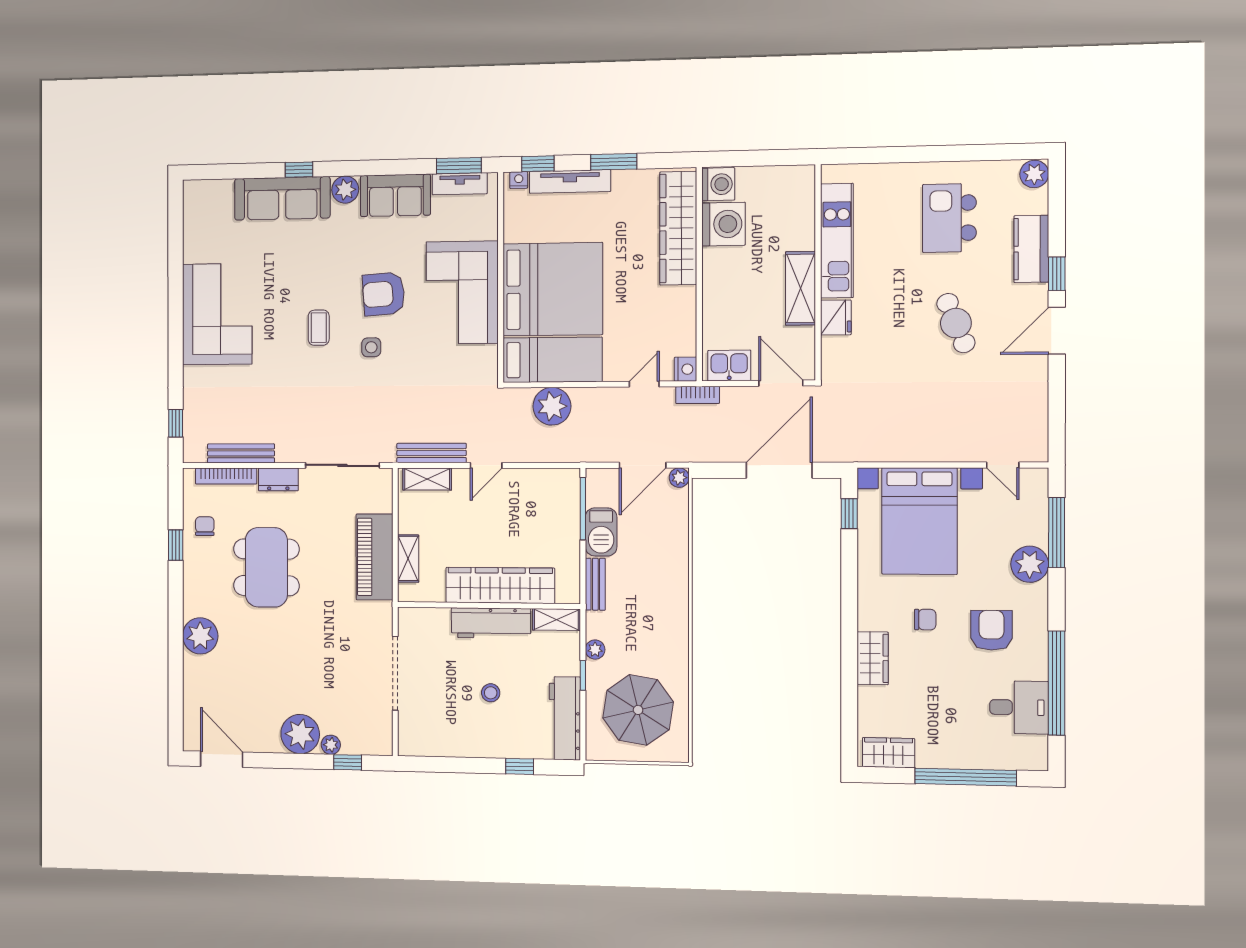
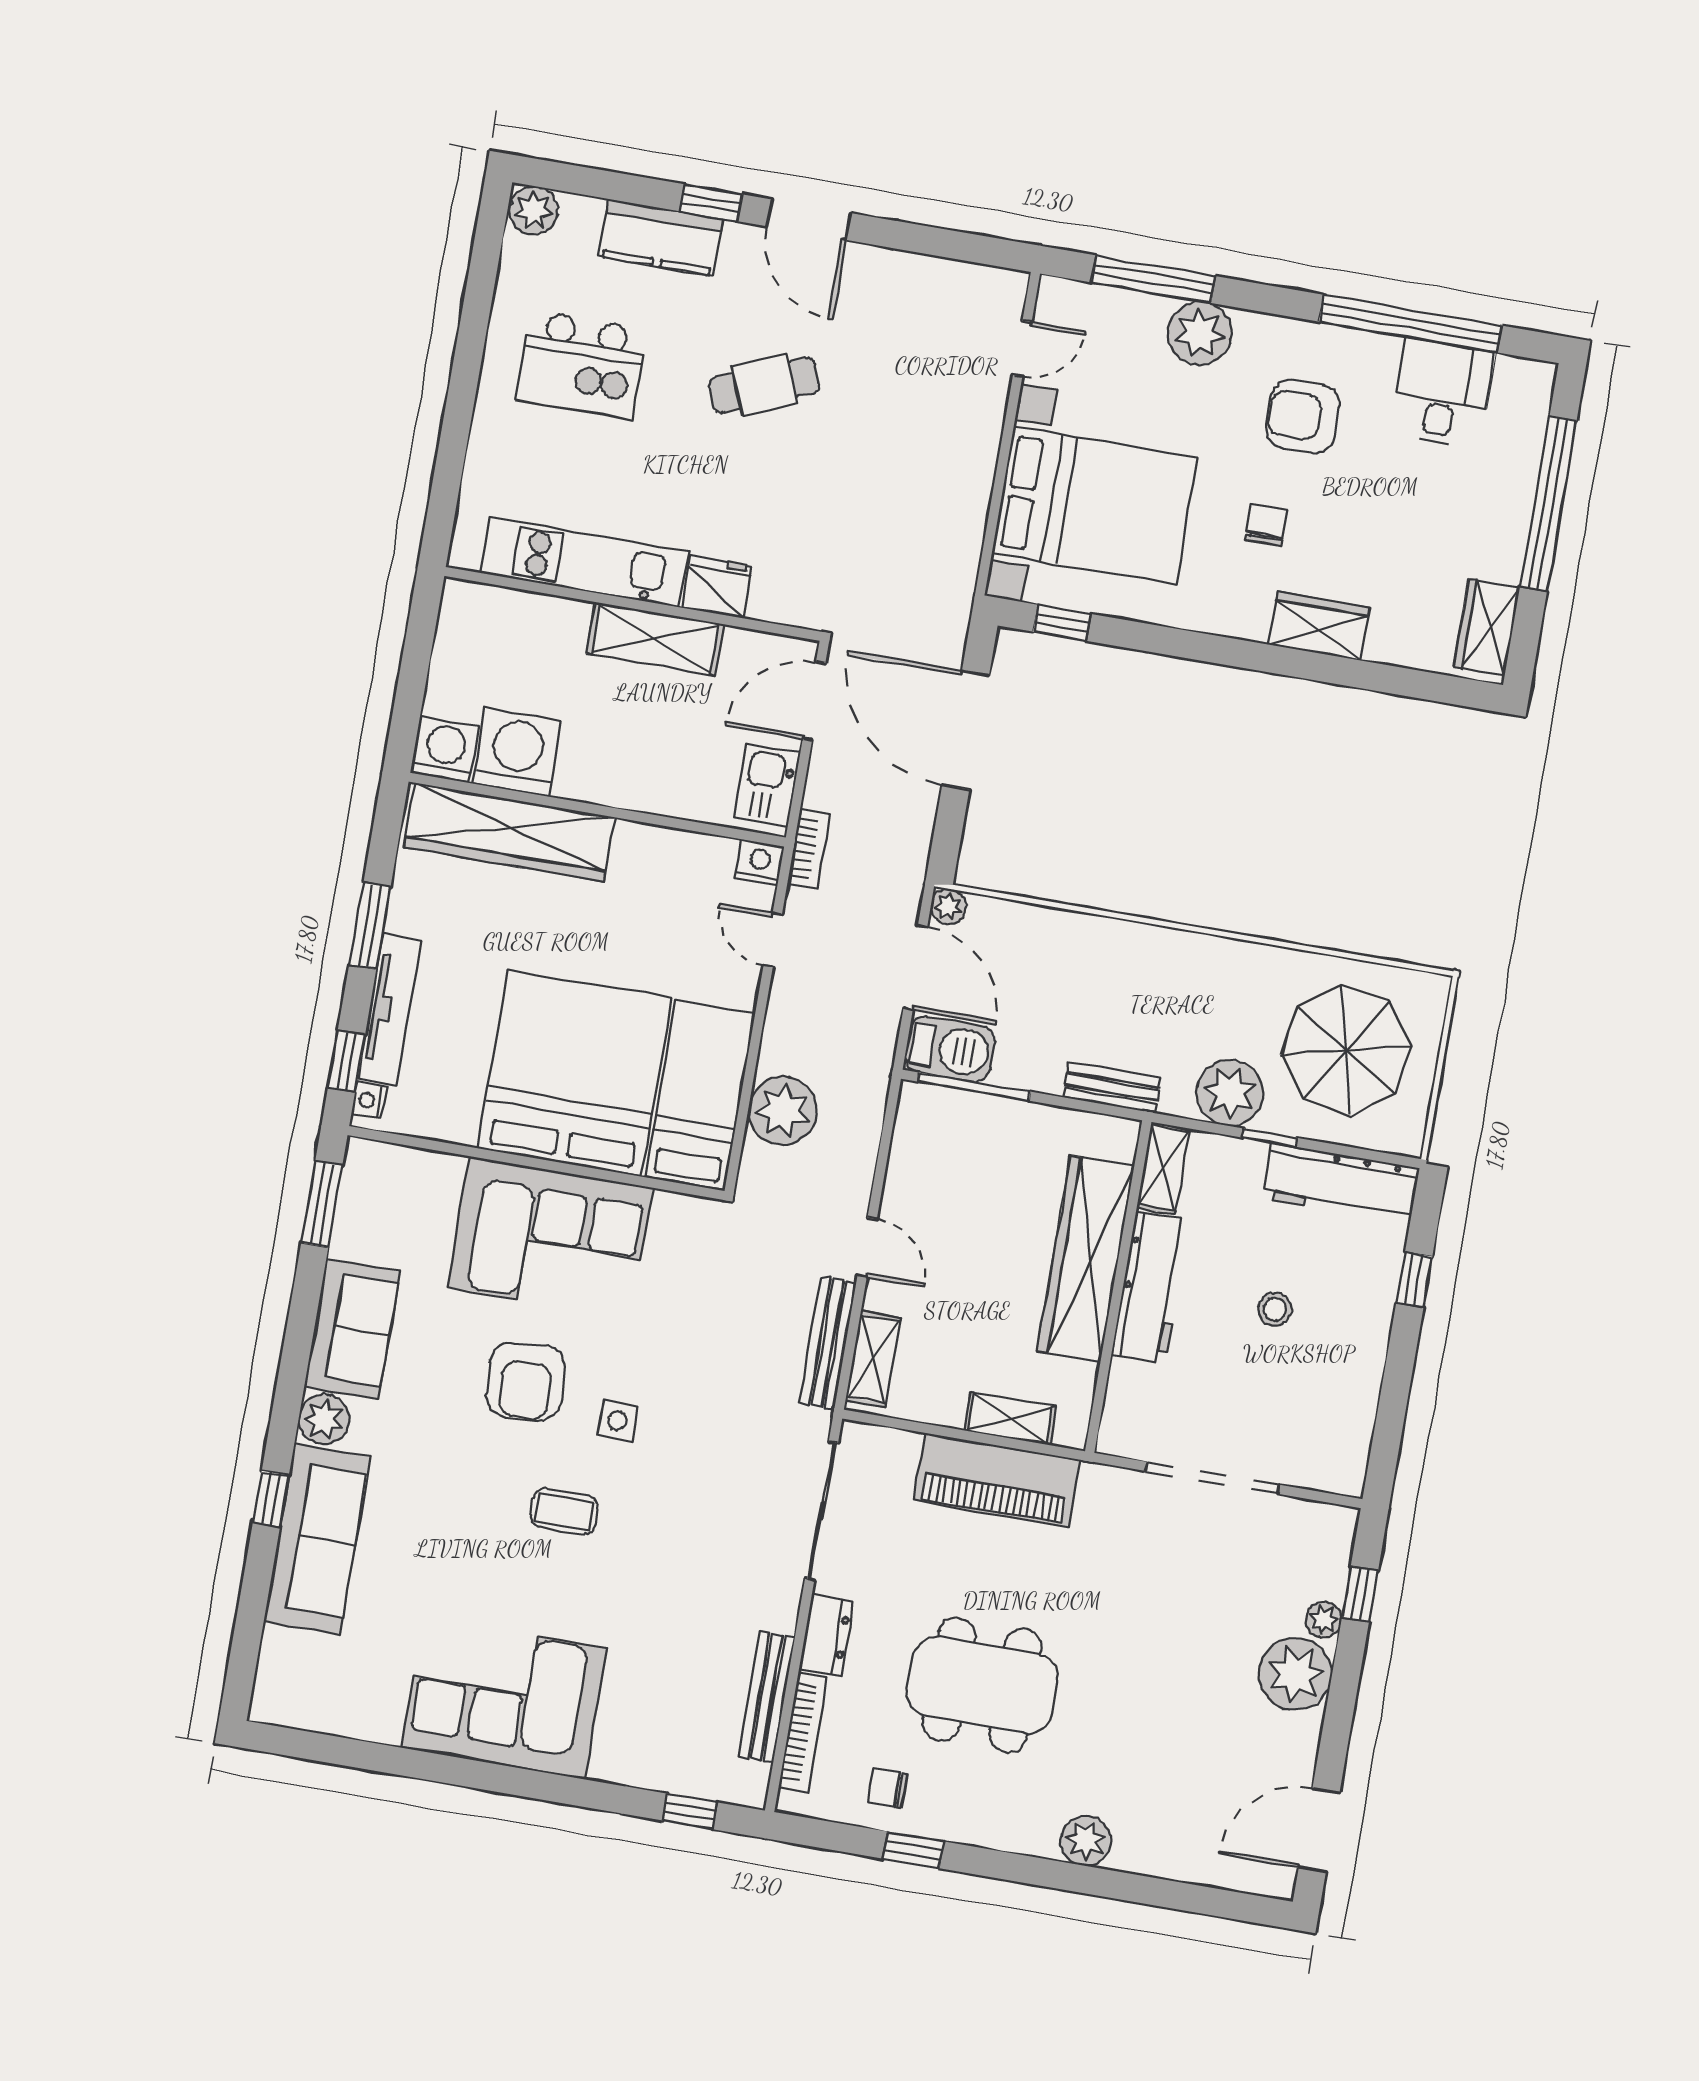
tv unit: (460, 184) -> (355, 1208), removed
barbecue: (601, 532) -> (950, 1049), moved
plant: (200, 636) -> (1086, 1841), width x0.73, depth x0.73
plant: (595, 650) -> (1230, 1093), width x1.88, depth x1.88

